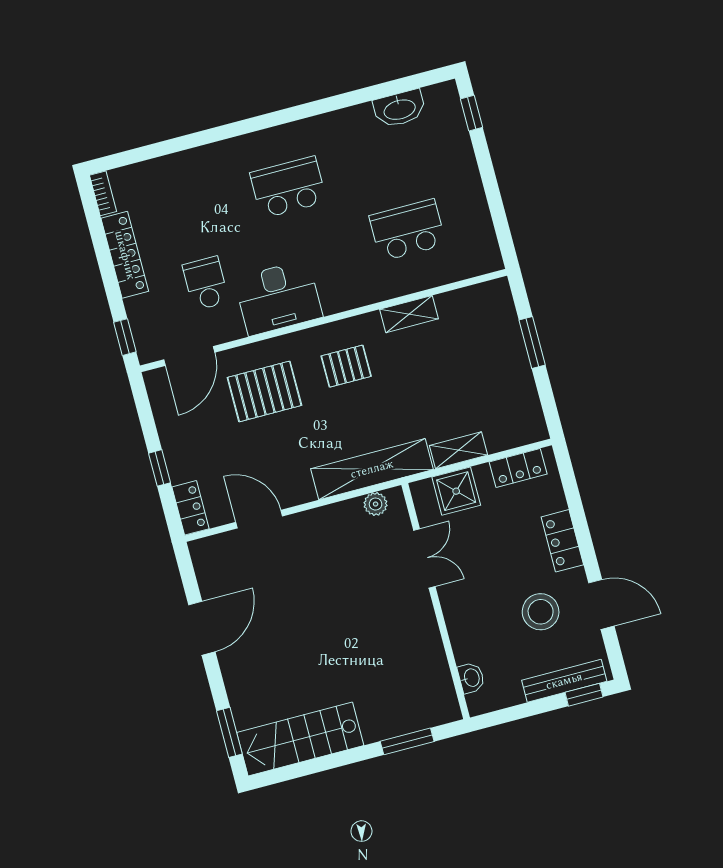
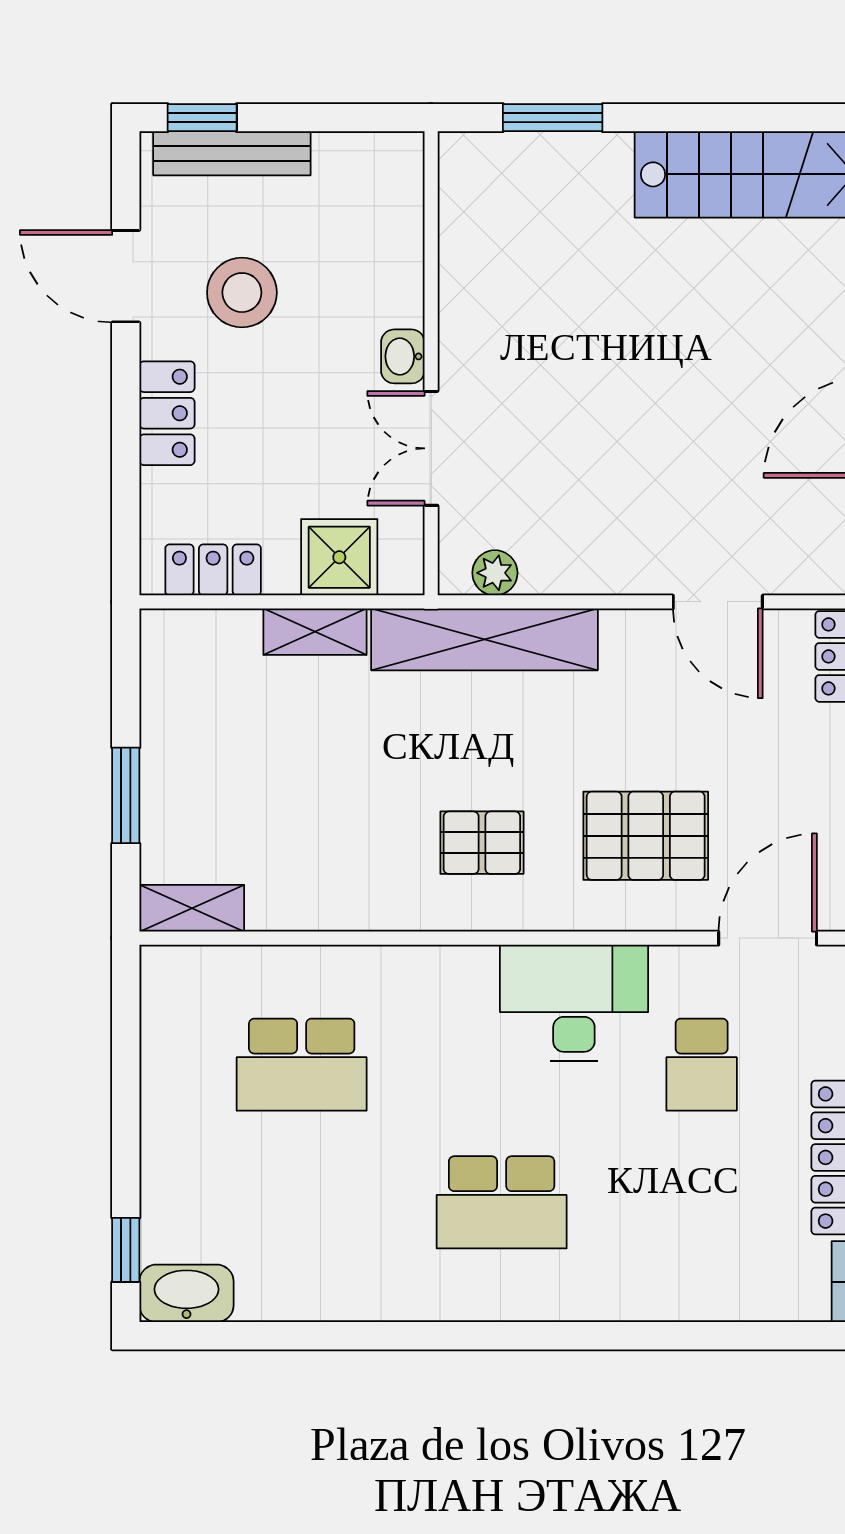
washbasin: (399, 109) -> (187, 1293), moved
shelving: (409, 314) -> (192, 908), moved
washbasin: (471, 678) -> (403, 356), moved

